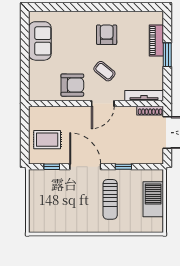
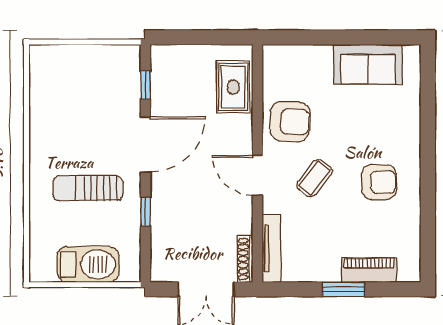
armchair: (72, 85) -> (290, 121), turned -87
rug: (47, 140) -> (233, 87), moved

